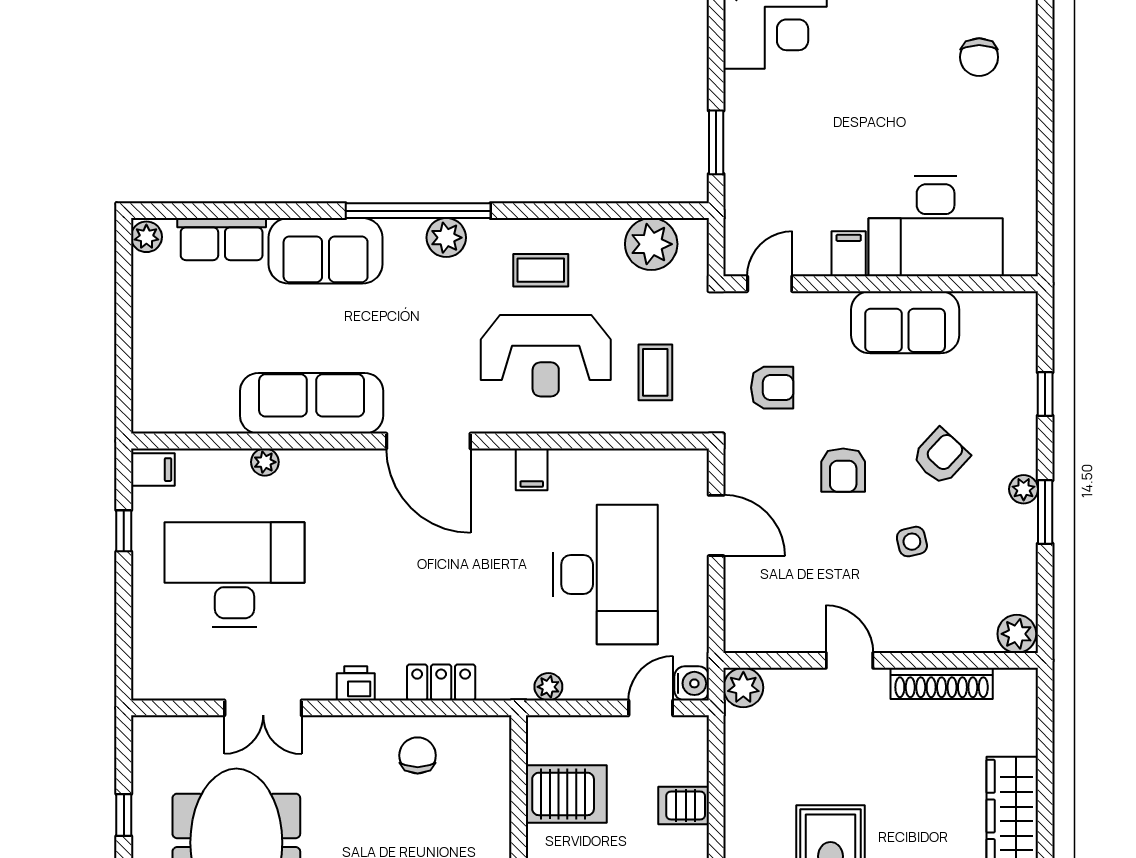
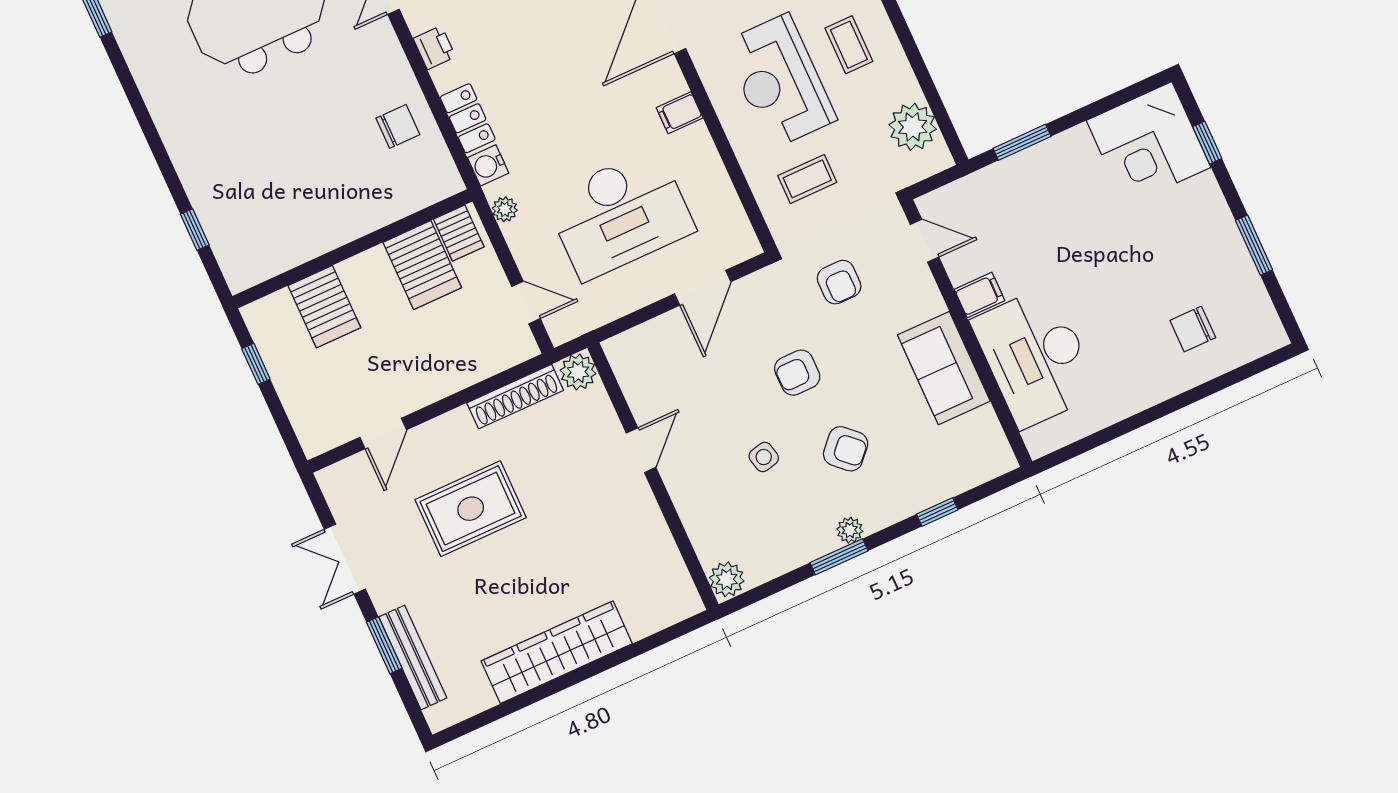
water cooler: (692, 683) -> (488, 165), moved, turned 90
shoe rack: (942, 683) -> (515, 397), moved, turned -90
server rack: (684, 806) -> (459, 233), moved, turned 180

